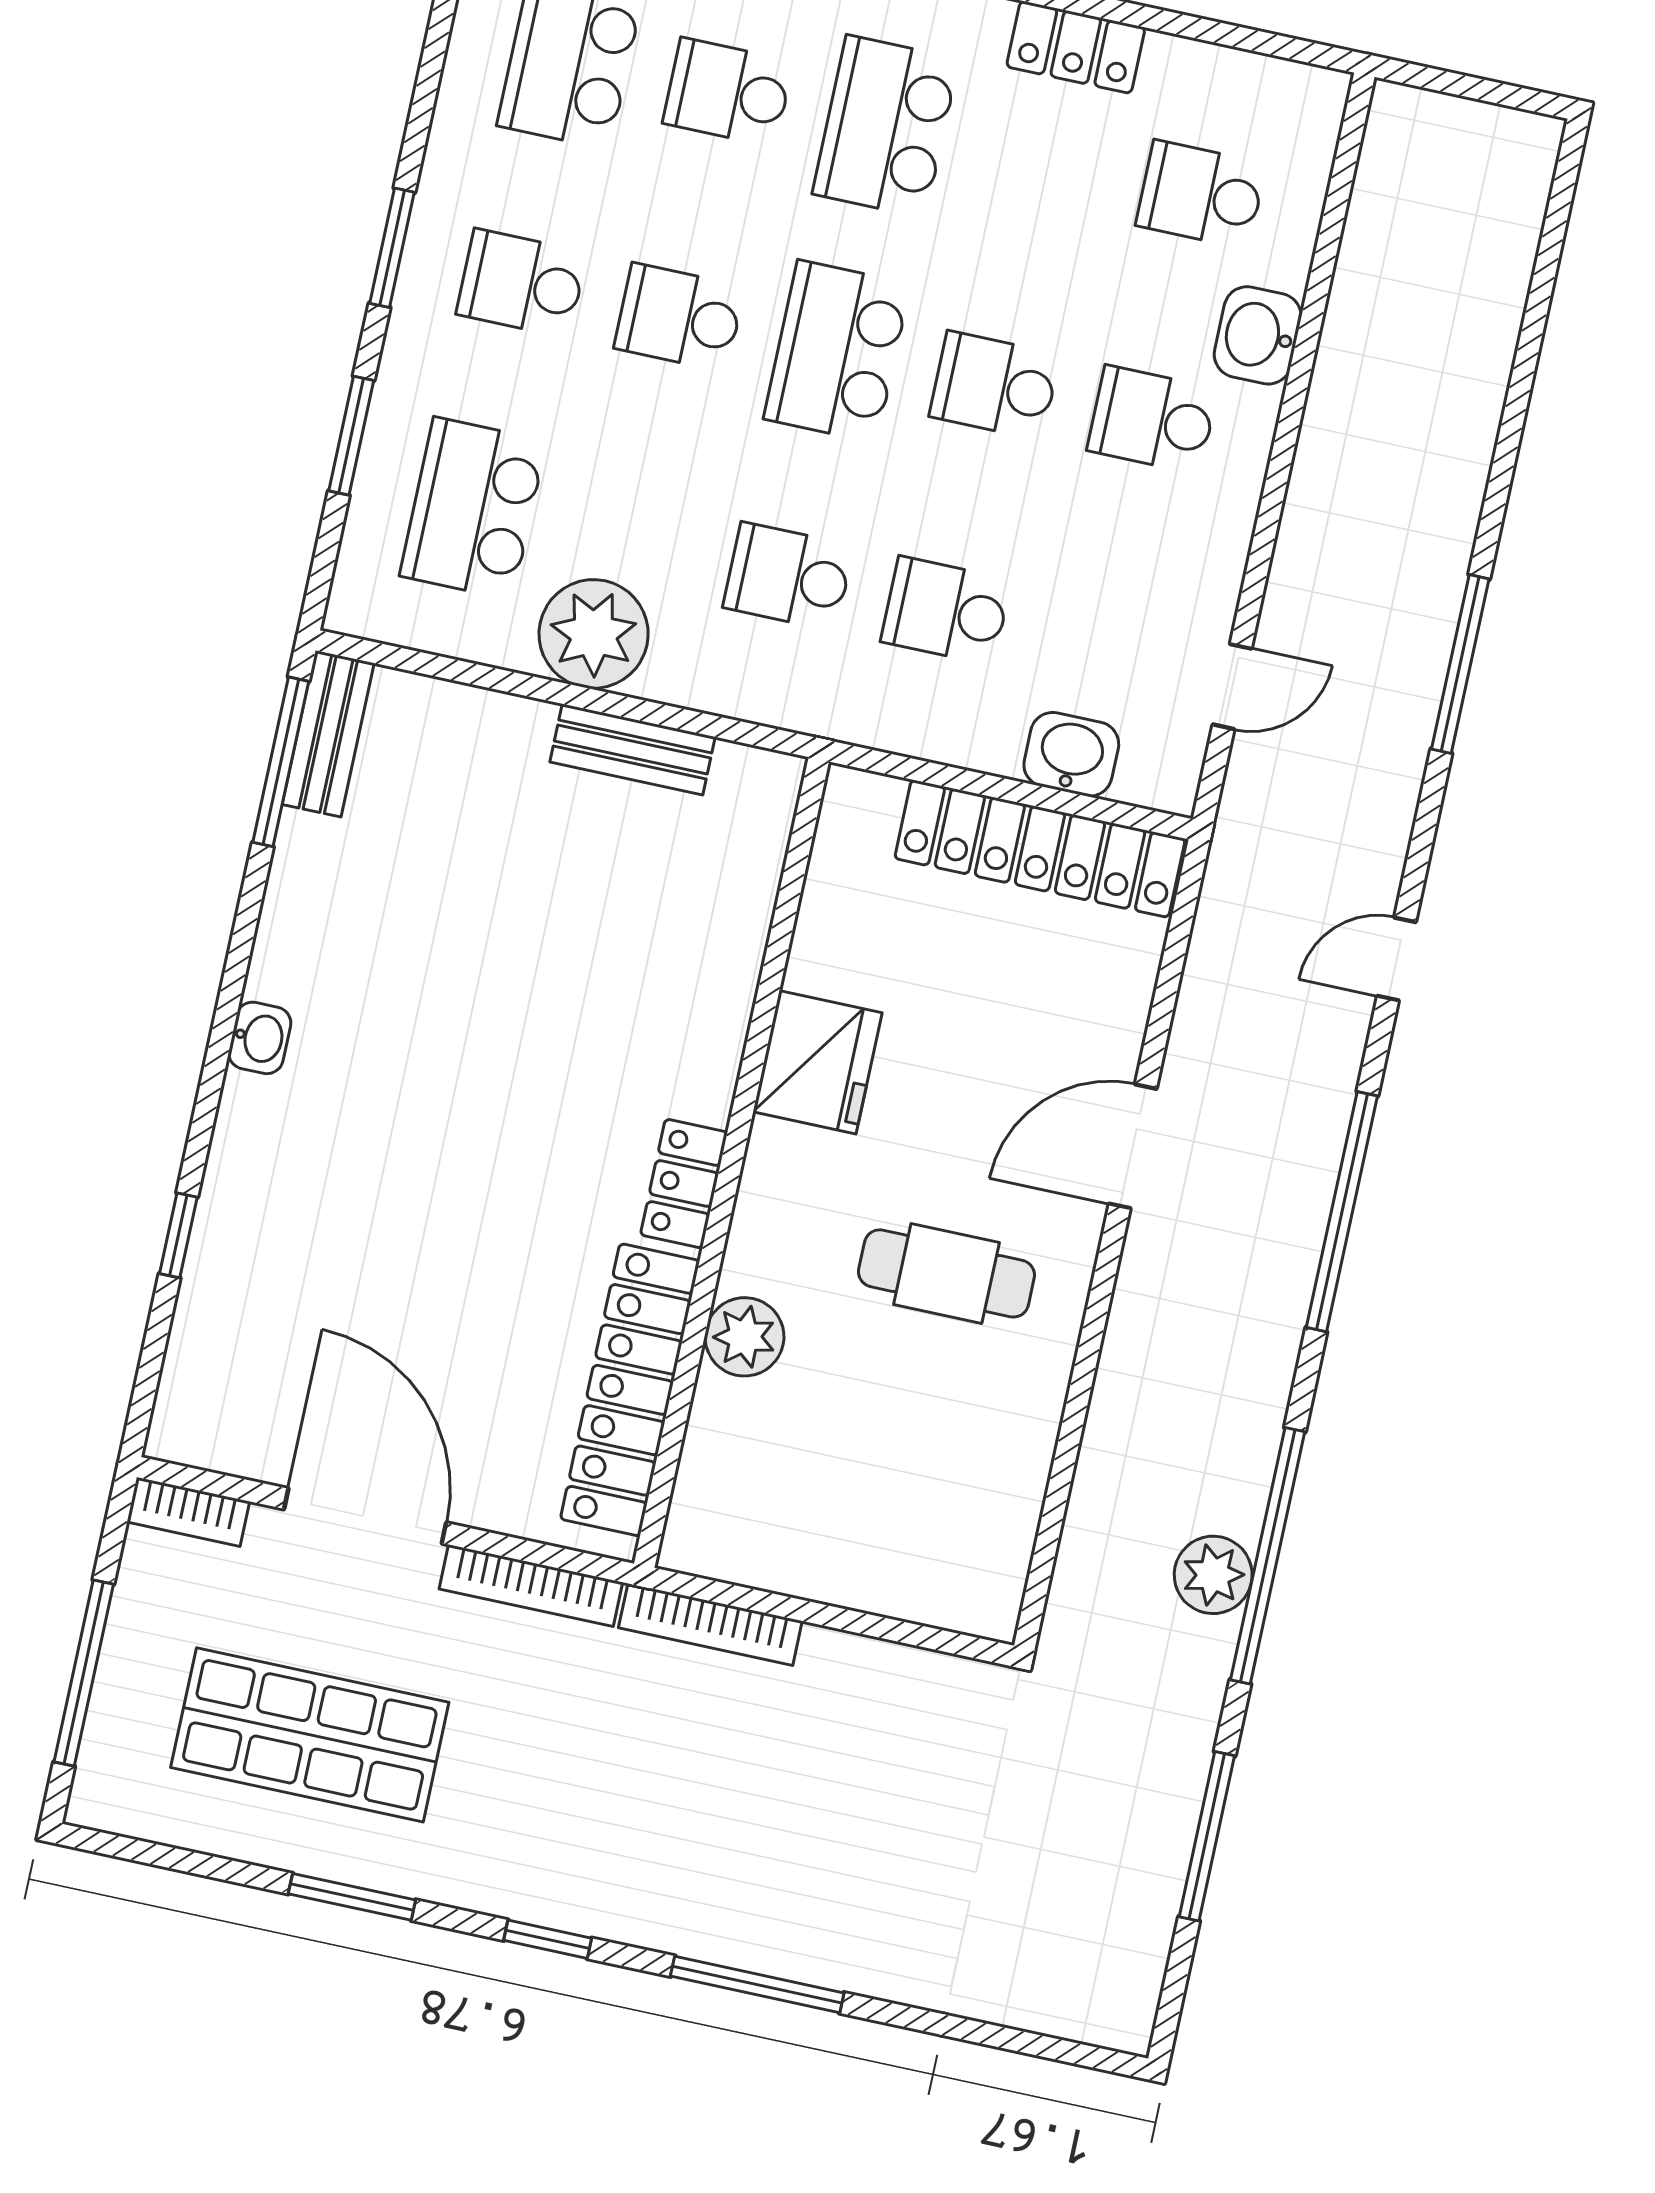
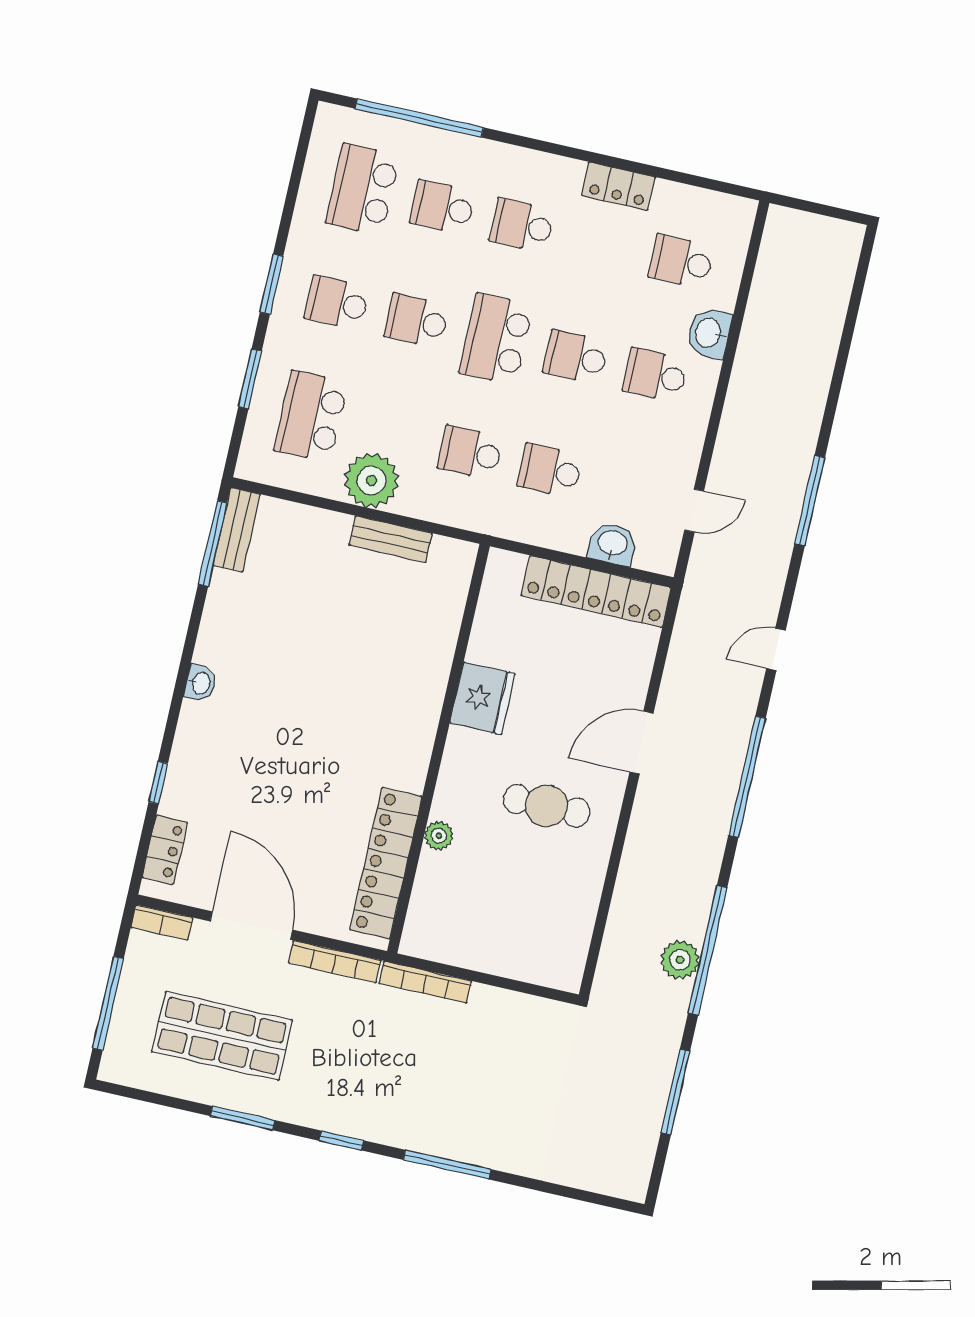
school desk: (886, 126) -> (522, 225), width x0.54
locker: (684, 1184) -> (165, 850), moved, turned 180
plant: (744, 1337) -> (439, 836), width x0.73, depth x0.73

